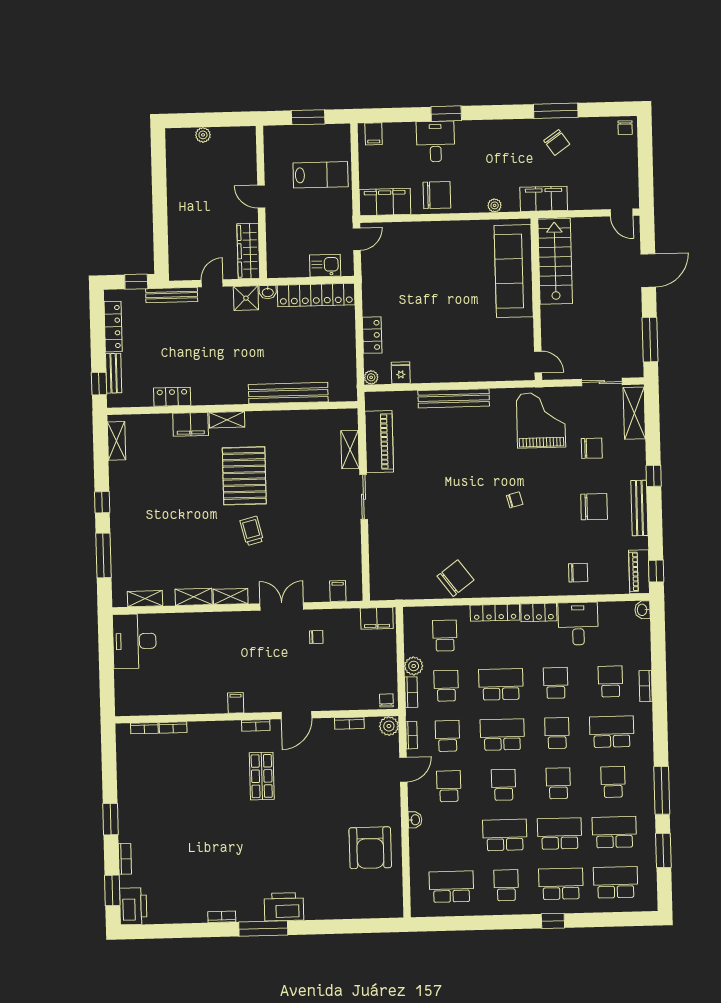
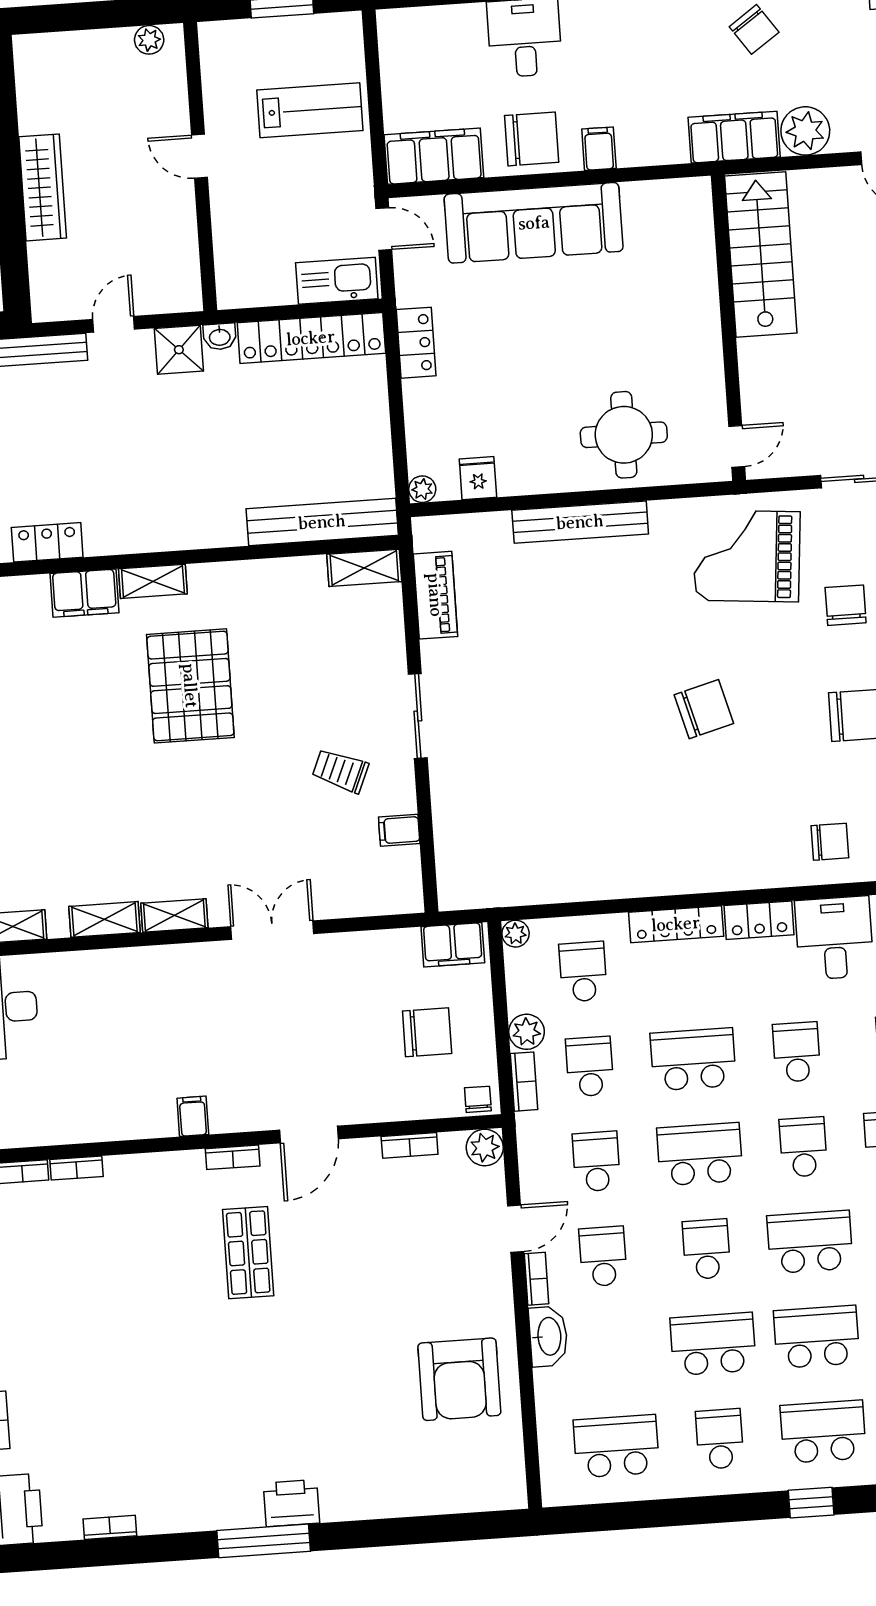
filing cabinet: (374, 134) -> (599, 149), moved, turned 180
plant: (203, 135) -> (149, 40), moved
plant: (495, 205) -> (805, 131), moved, width x1.88, depth x1.88
door: (357, 239) -> (384, 229), hinge flipped
wardrobe: (248, 251) -> (43, 187), moved, turned 180
kitchen sink: (325, 266) -> (337, 281), width x1.38
sofa: (514, 271) -> (534, 223), moved, turned -90
locker: (372, 335) -> (416, 343), moved
round table: (479, 353) -> (624, 435), added
door: (538, 362) -> (737, 446), hinge flipped
bench: (288, 393) -> (322, 522), moved
grand piano: (541, 420) -> (747, 556), turned -85
piano: (379, 442) -> (435, 595), width x0.73, depth x0.75
chair: (592, 448) -> (846, 605), turned -90
shelving: (350, 450) -> (364, 568), moved, turned 90
chair: (515, 500) -> (704, 709), width x1.87, depth x1.87
trolley: (252, 531) -> (340, 771), moved, turned -53
chair: (456, 578) -> (599, 862), removed
filing cabinet: (338, 591) -> (399, 830), moved, turned -90
plant: (410, 614) -> (516, 934), added
chair: (316, 637) -> (427, 1032), moved, width x1.87, depth x1.87
bookcase: (412, 735) -> (536, 1279), moved
school desk: (558, 783) -> (810, 1242), width x1.85
washbasin: (415, 820) -> (548, 1336), width x1.91, depth x1.45
printer: (284, 907) -> (291, 1503), width x0.73, depth x0.84
bookcase: (222, 917) -> (110, 1527), moved

